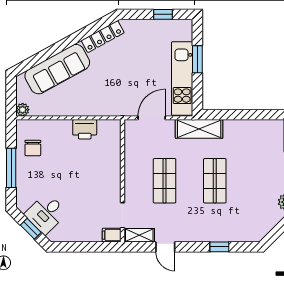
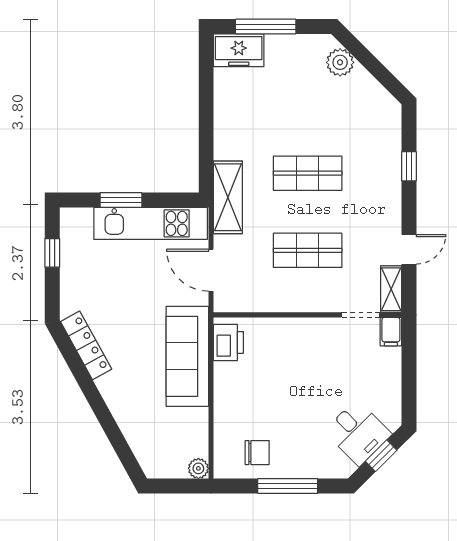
sofa: (57, 69) -> (187, 356), moved, turned -151
printer: (85, 129) -> (228, 342), moved

